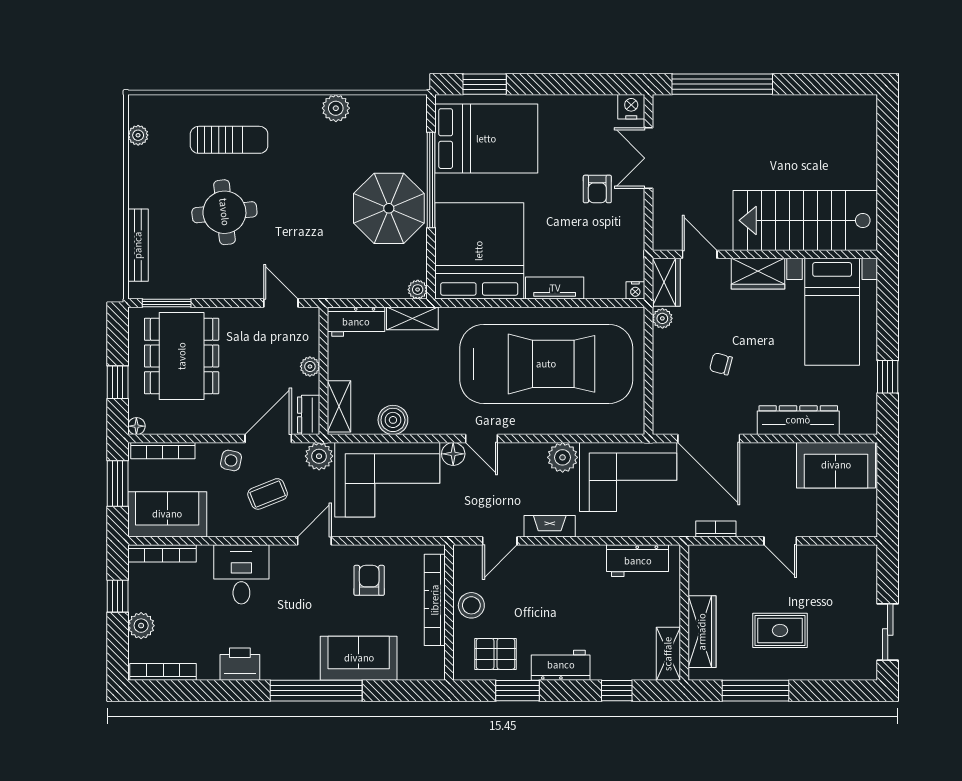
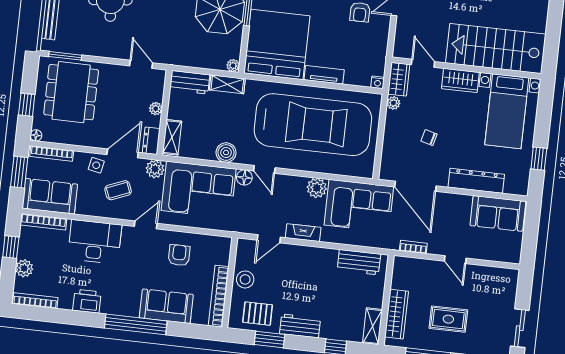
boiler: (393, 420) -> (226, 153), moved
desk: (241, 574) -> (95, 242), width x1.37
bookcase: (435, 600) -> (219, 296), moved

